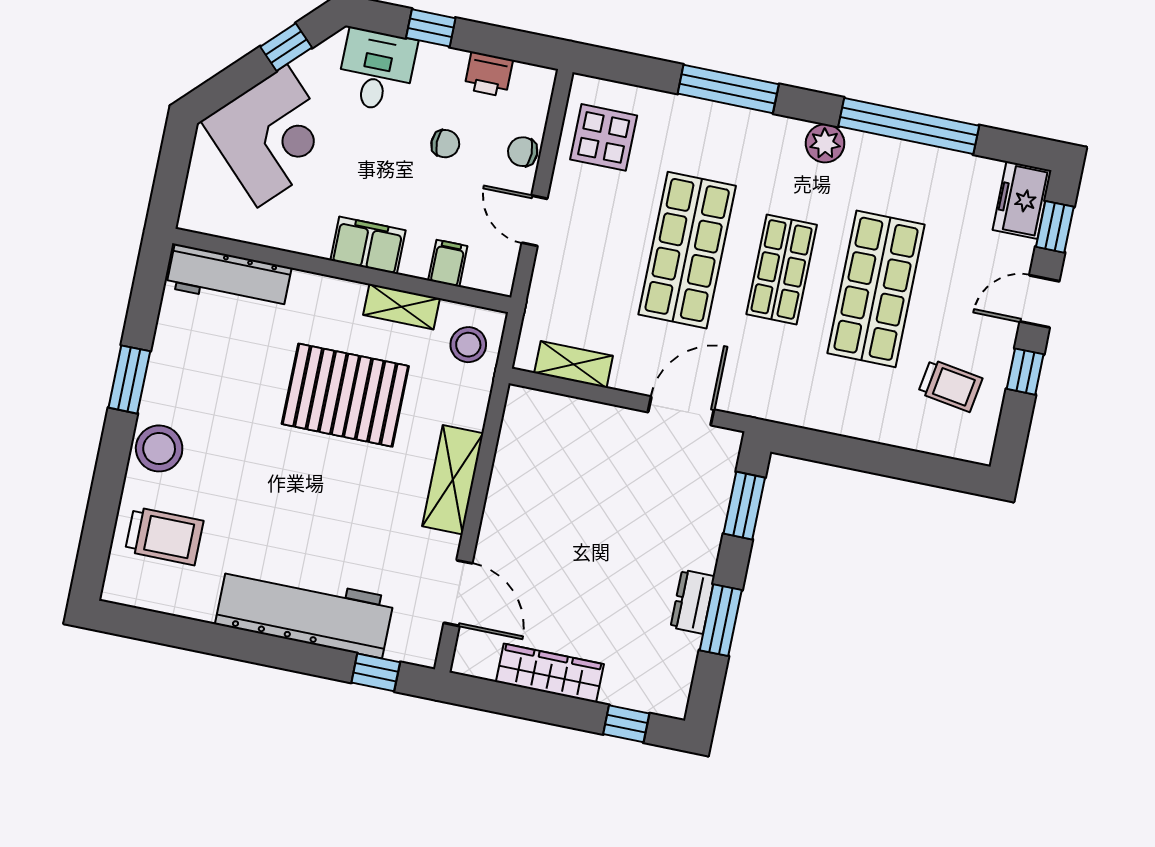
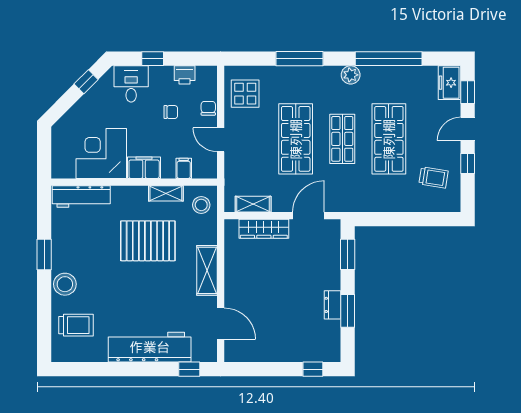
corner desk: (272, 136) -> (101, 153), moved, turned -135
chair: (523, 152) -> (208, 108), turned 90
wardrobe: (550, 673) -> (264, 229), moved, turned 180

